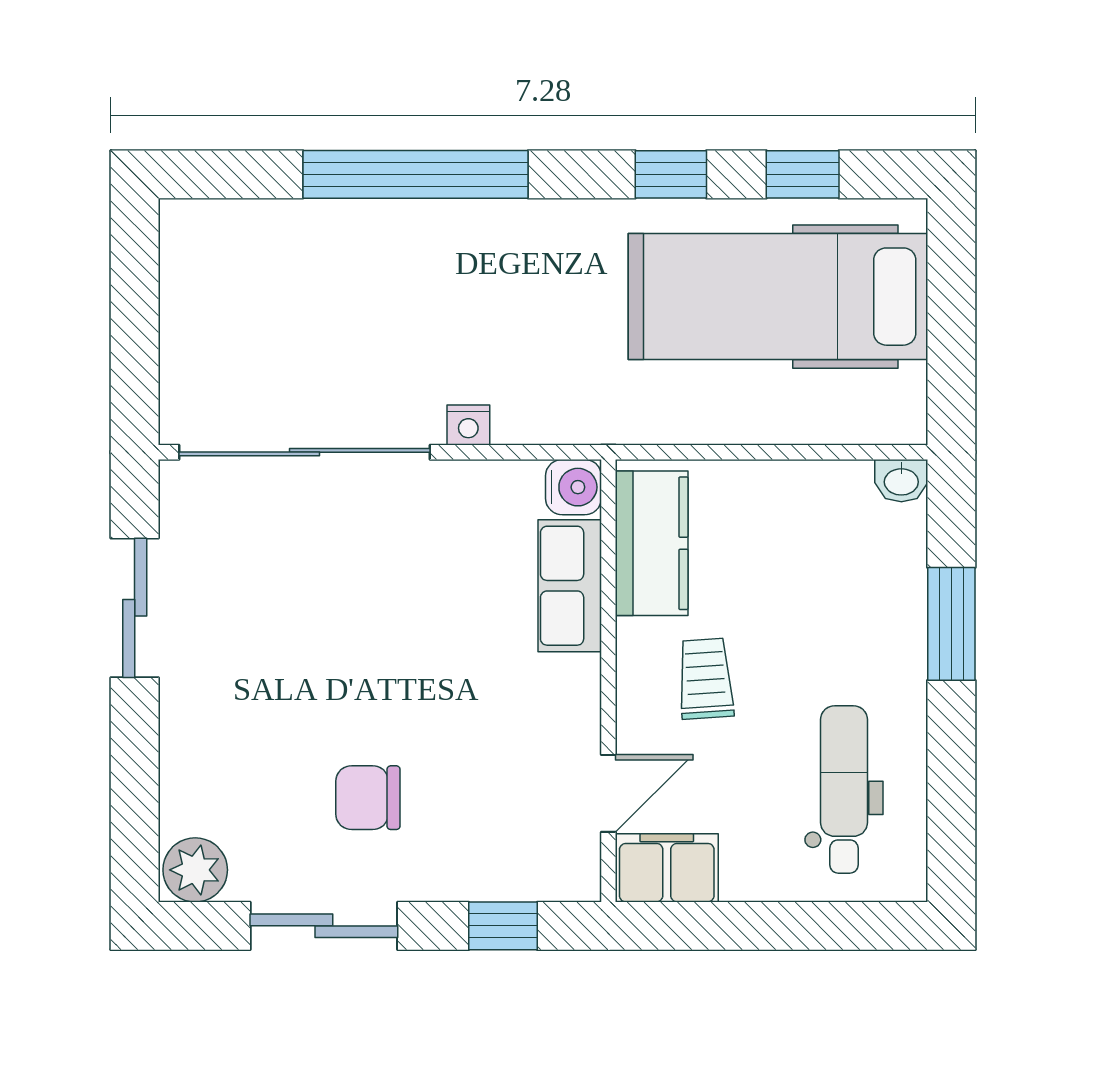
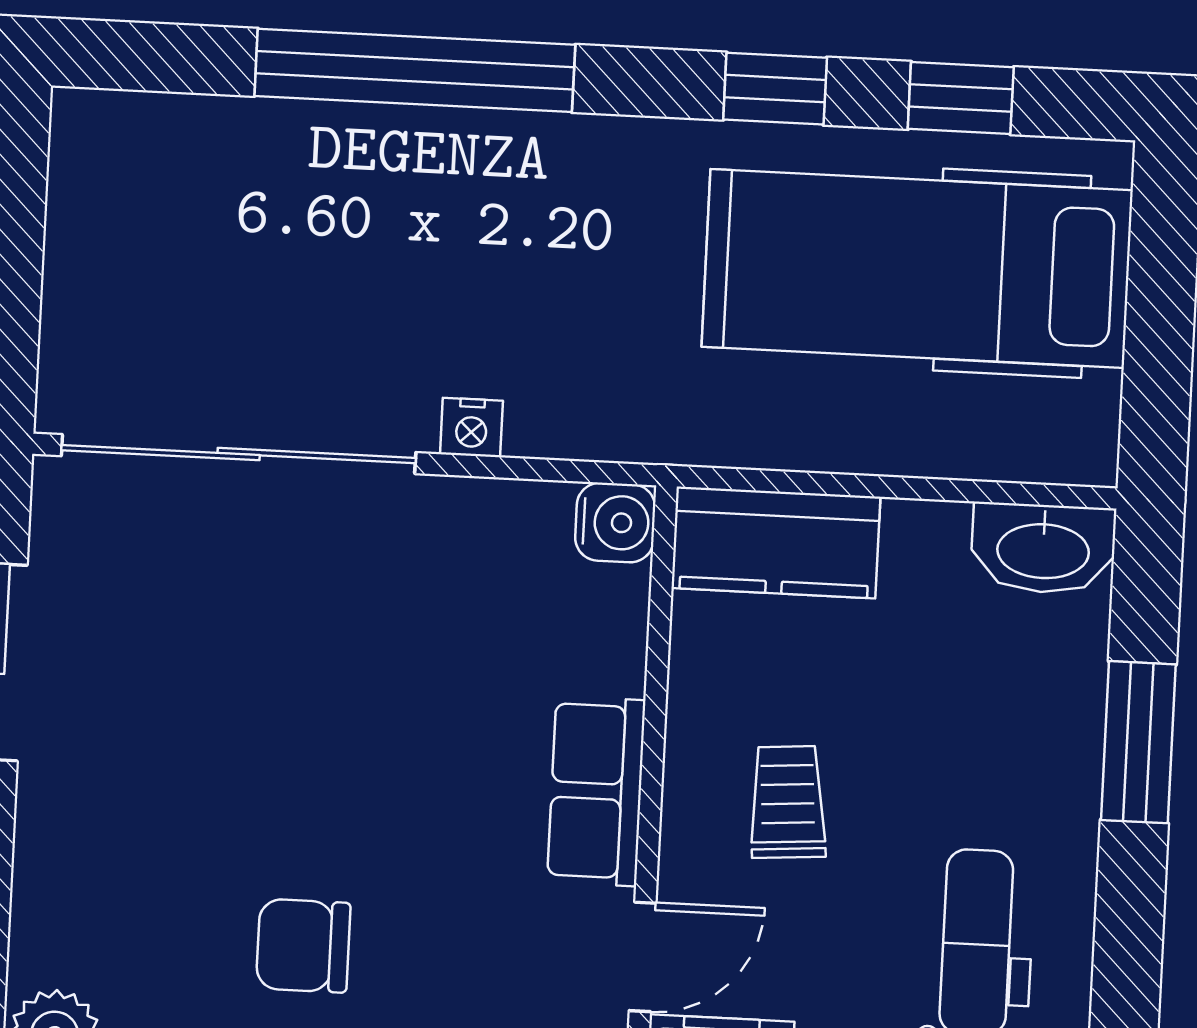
washbasin: (901, 481) -> (1043, 549), width x1.91, depth x1.45
kitchen counter: (652, 543) -> (776, 542), moved, turned 90
row of seats: (570, 586) -> (596, 791), moved

